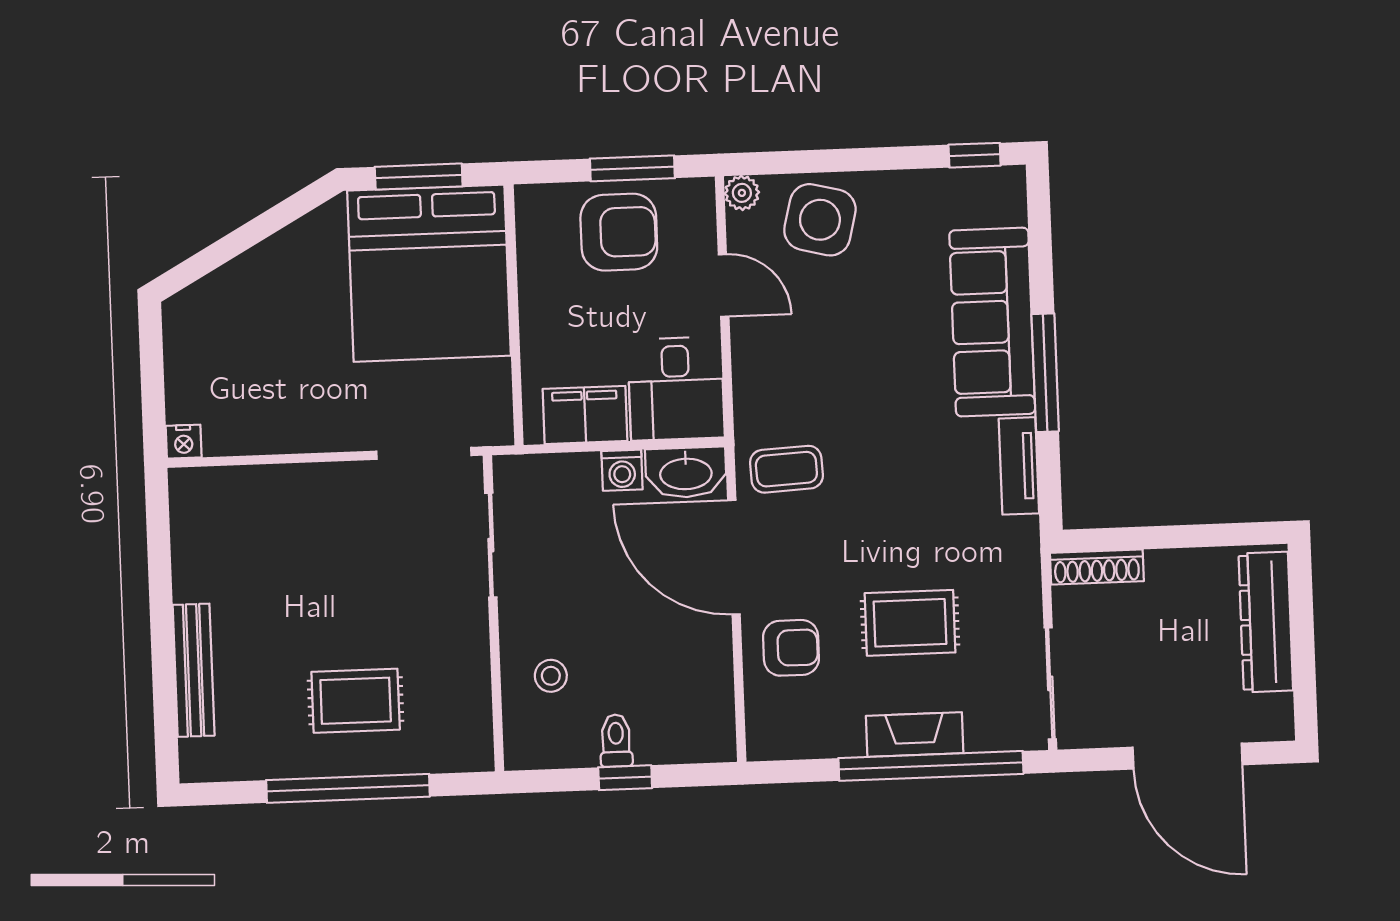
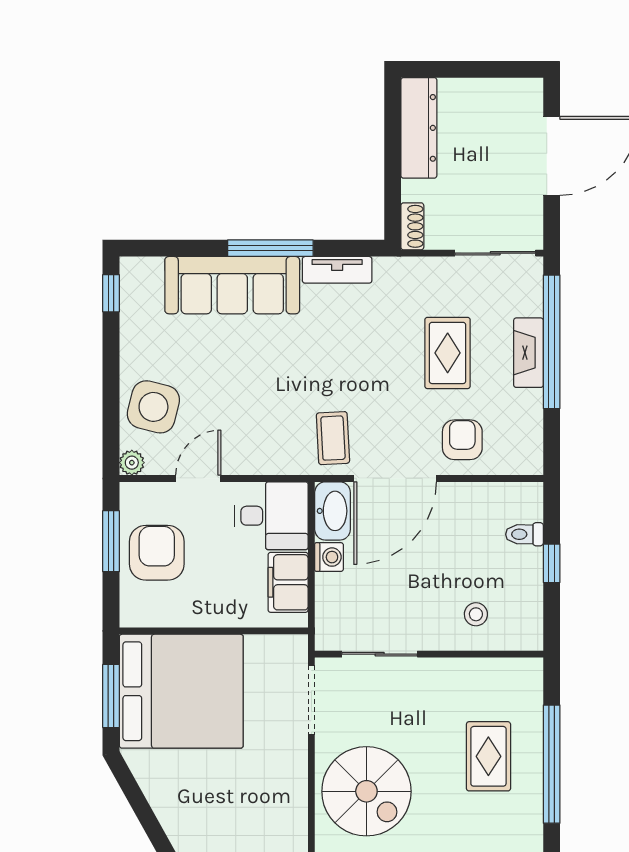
spiral stairs: (301, 534) -> (366, 791), added
shoe rack: (1097, 567) -> (412, 226), width x0.70
dresser: (1266, 622) -> (419, 128), moved, turned -90
toilet: (616, 741) -> (525, 534), moved

